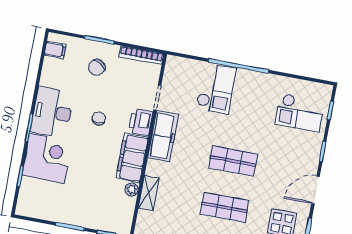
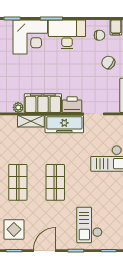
checkout: (300, 113) -> (89, 225), moved
chair: (99, 119) -> (99, 35), moved
door: (316, 190) -> (45, 251), hinge flipped
shelving: (149, 193) -> (31, 121), moved

